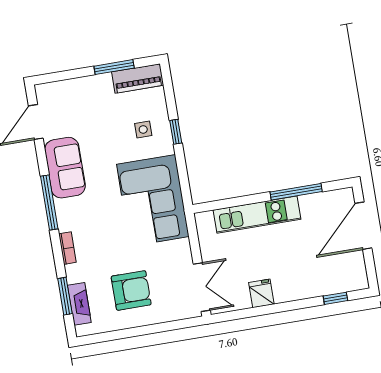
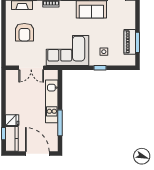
piano: (138, 78) -> (130, 42), moved
kitchen counter: (343, 280) -> (12, 139), added
double door: (202, 287) -> (31, 68), moved
fridge: (261, 293) -> (12, 120), moved

